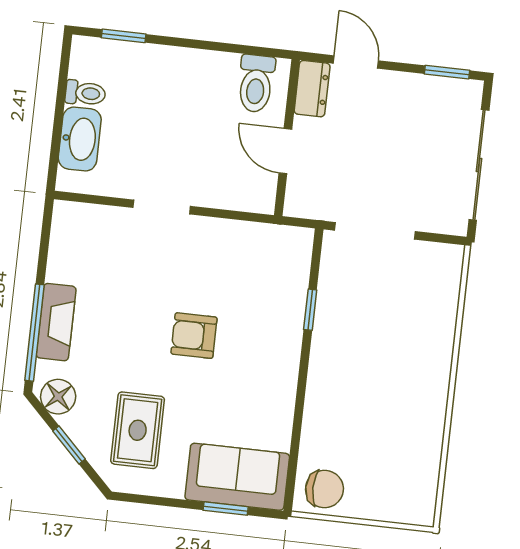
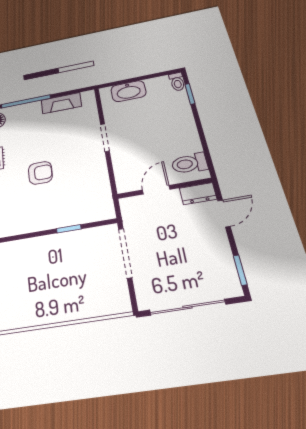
toilet: (85, 93) -> (177, 82), moved
fireplace: (56, 322) -> (61, 103), moved
armchair: (194, 336) -> (40, 173), turned 90

